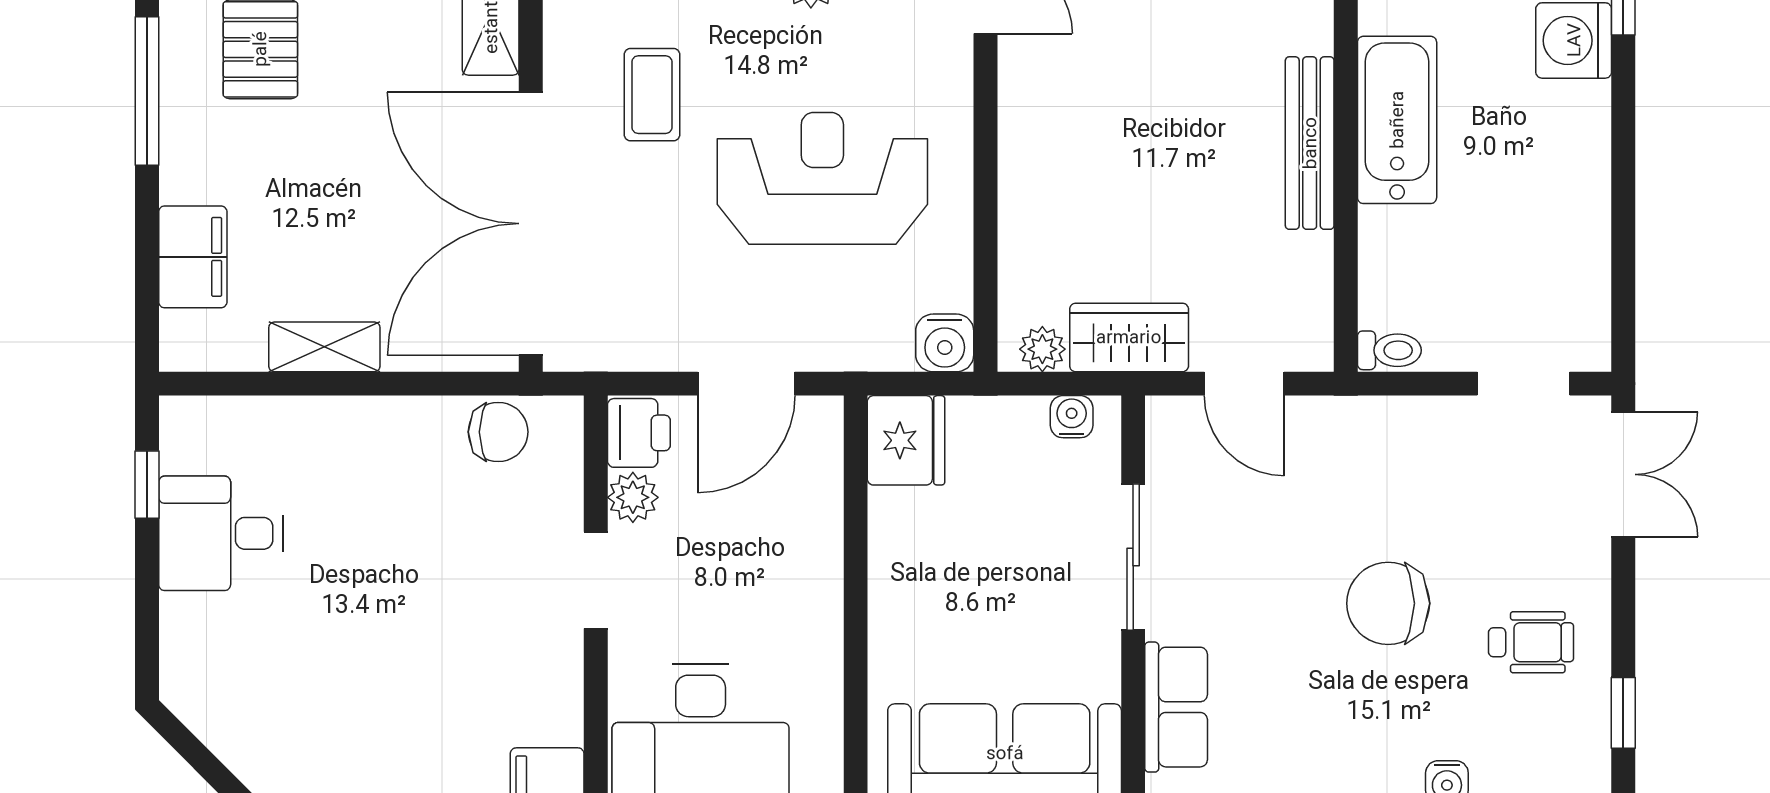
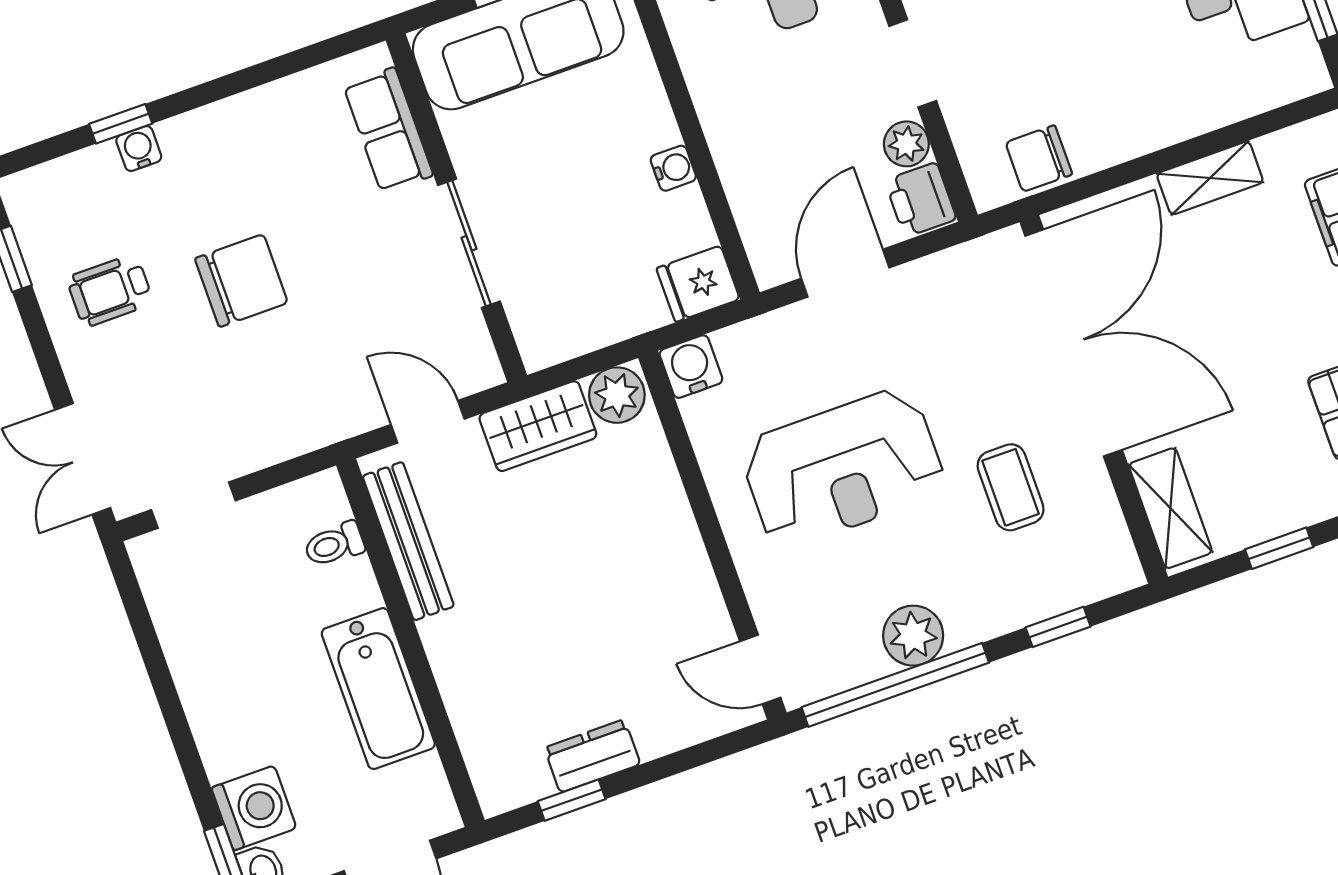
bench: (1310, 143) -> (408, 541), moved
plant: (1042, 349) -> (617, 395), width x1.38, depth x1.38
toilet: (1389, 350) -> (334, 544), moved
water cooler: (1072, 417) -> (673, 168), moved, turned -90
fridge: (906, 440) -> (698, 284), width x0.72

